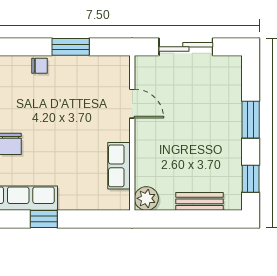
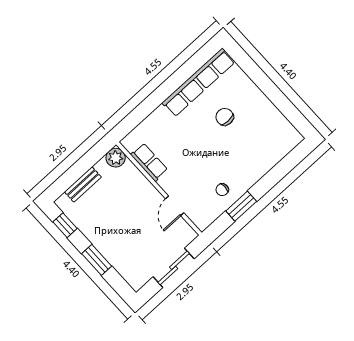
chair: (39, 66) -> (222, 190), moved
door: (132, 104) -> (175, 206), hinge flipped
window: (44, 219) -> (165, 91), removed

